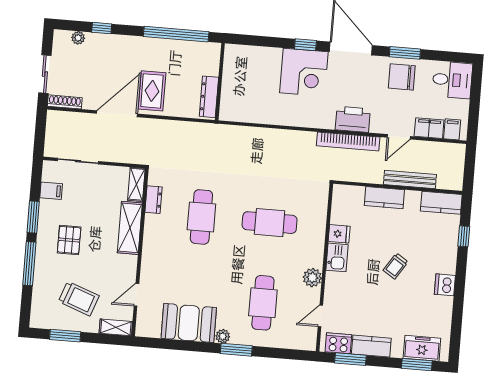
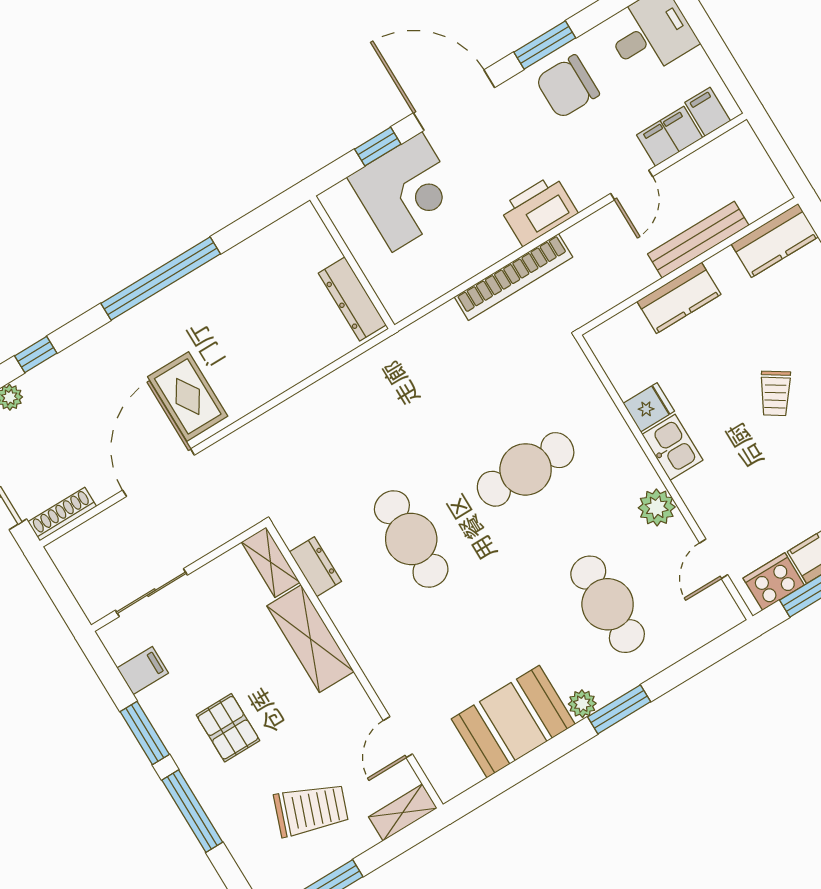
wall: (220, 82) -> (352, 262), moved
dresser: (209, 97) -> (352, 299), moved
bookcase: (348, 141) -> (513, 277), moved

